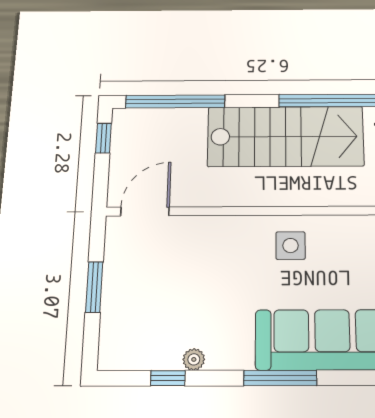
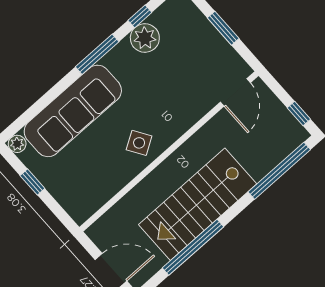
side table: (291, 246) -> (139, 143), turned -32
plant: (194, 359) -> (145, 38), width x1.88, depth x1.88
window: (280, 378) -> (97, 54), moved

